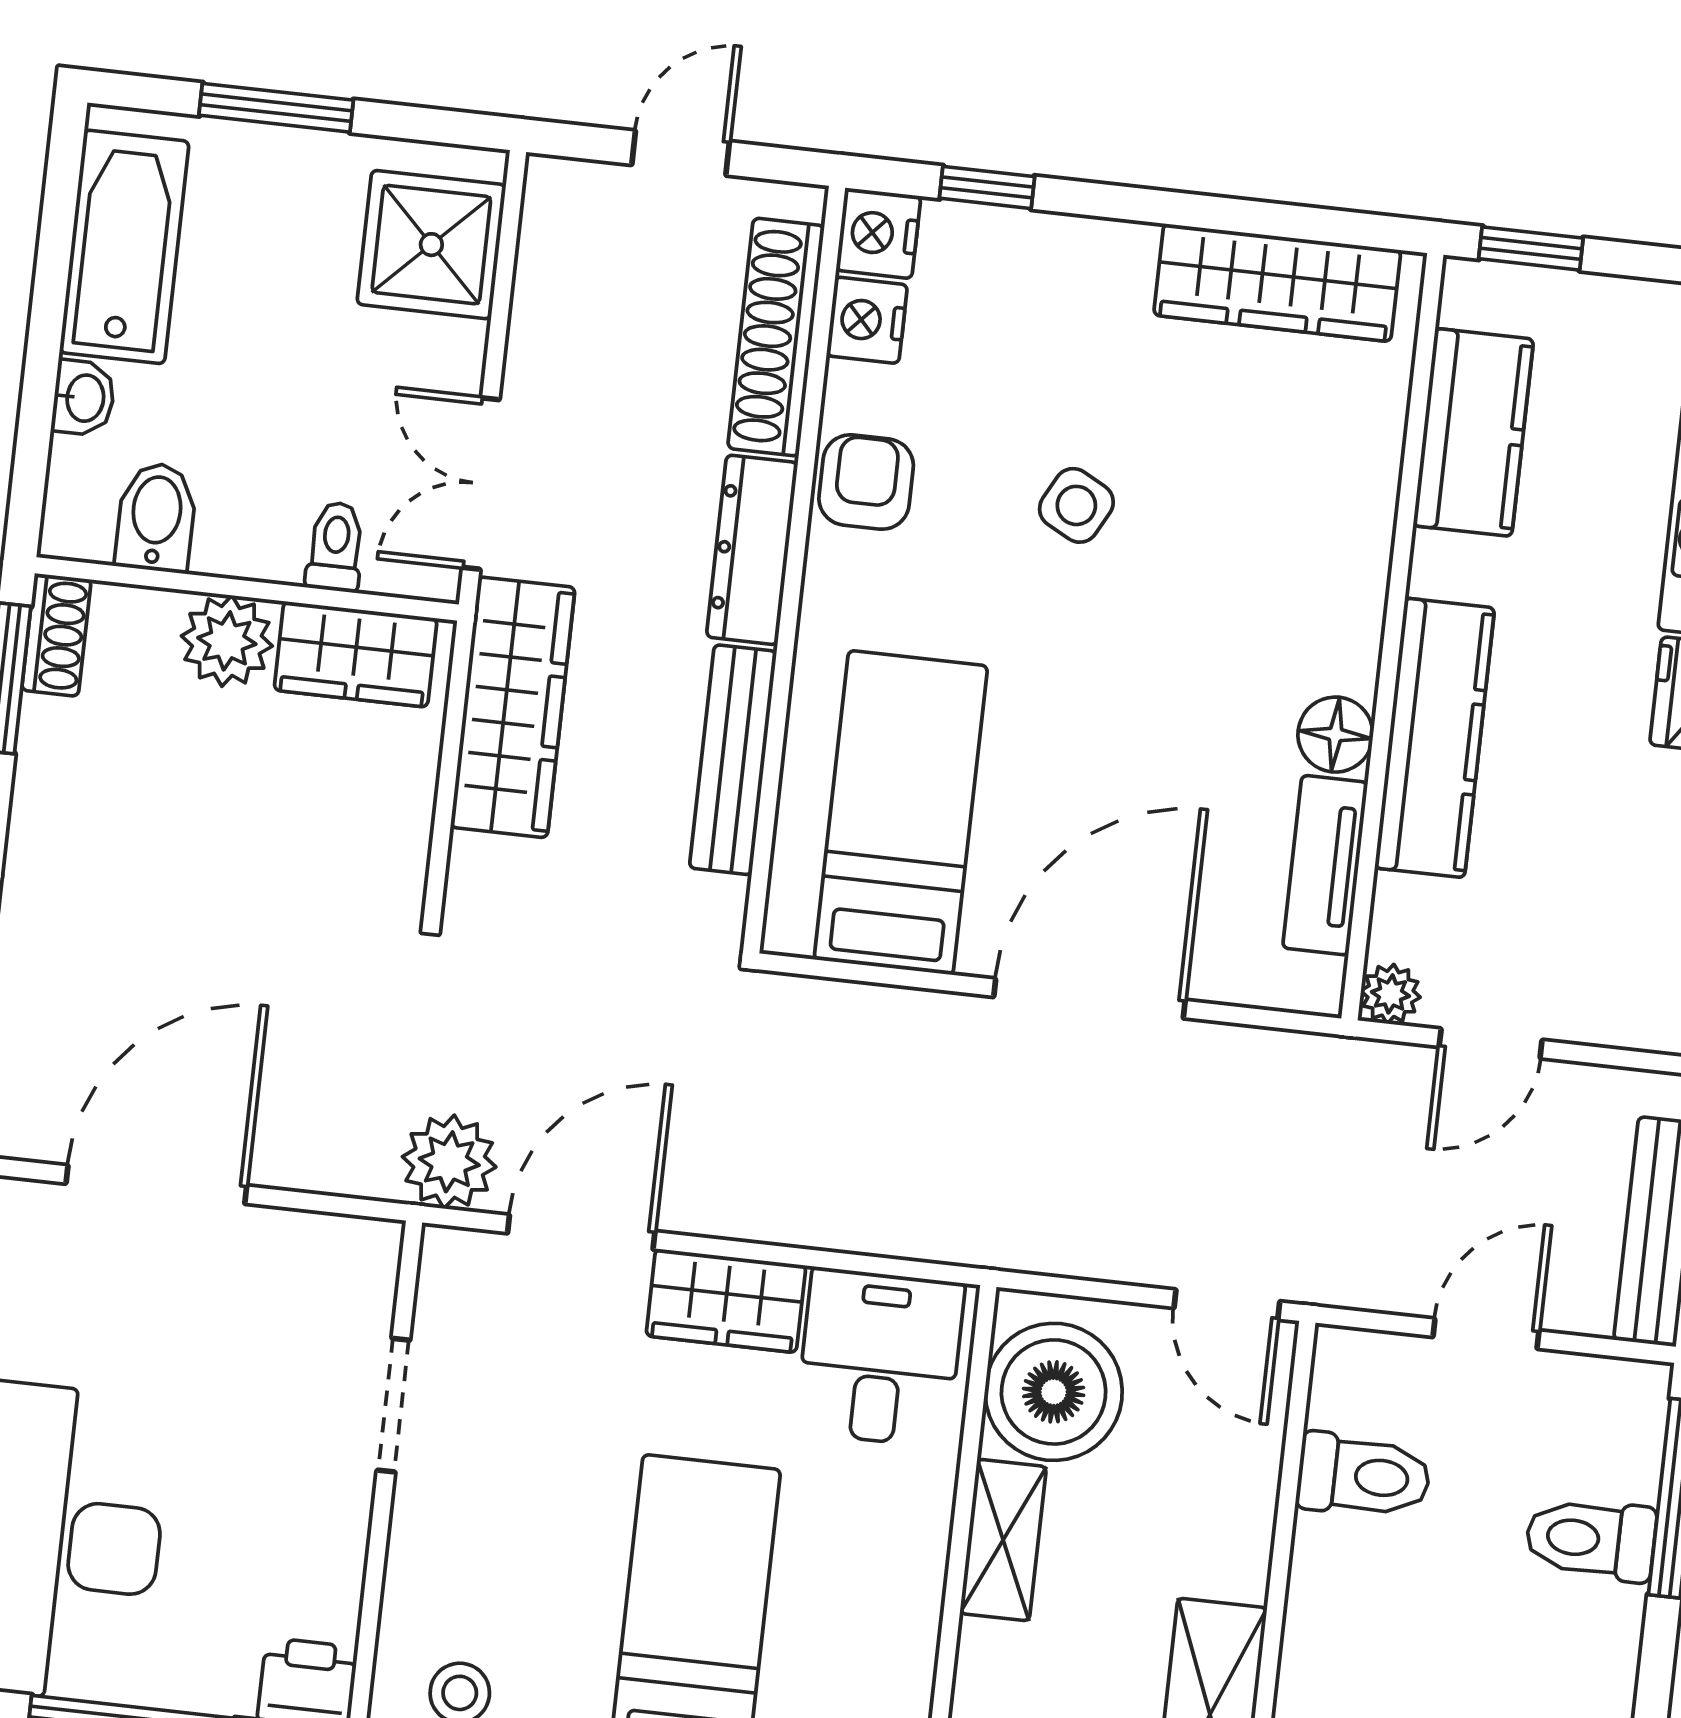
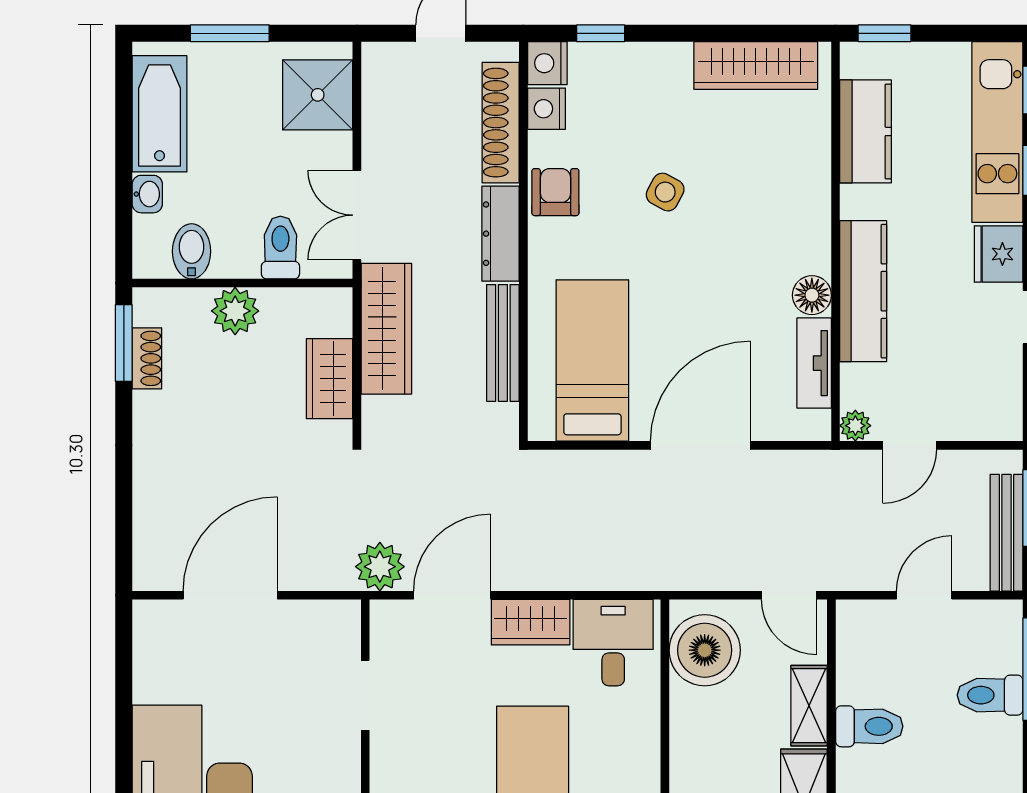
toilet: (335, 547) -> (280, 247), width x1.37, depth x1.39
shoe rack: (56, 635) -> (147, 358), moved
wardrobe: (356, 654) -> (329, 379), moved, turned 90
toilet: (1364, 1476) -> (869, 726), moved
shelving: (1003, 1540) -> (809, 706), moved

